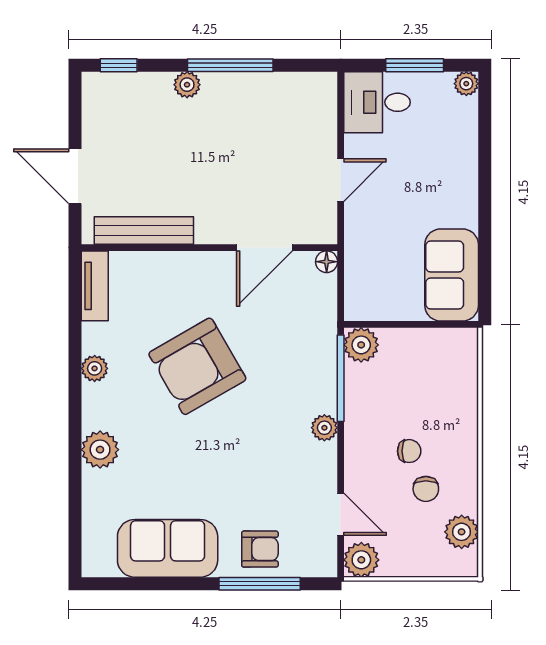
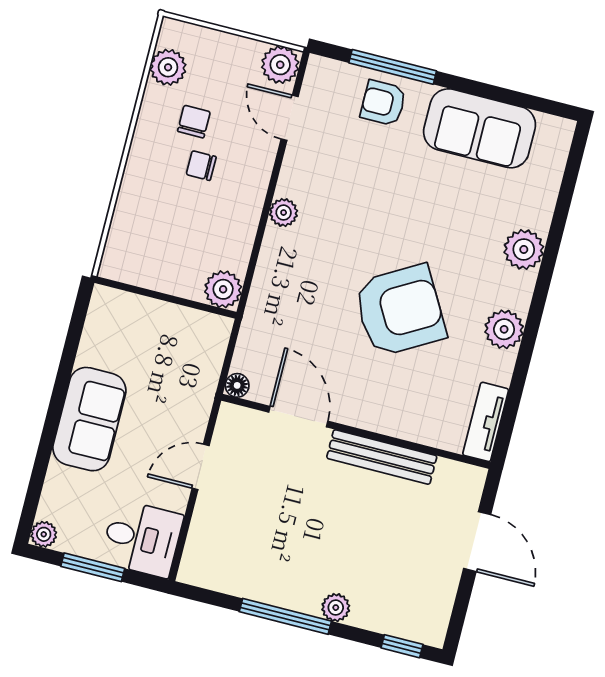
bench: (144, 231) -> (382, 457), moved
door: (264, 248) -> (298, 417), hinge flipped
sofa: (452, 275) -> (89, 419), moved
plant: (95, 368) -> (504, 329), width x1.38, depth x1.38
window: (341, 378) -> (253, 260), removed

